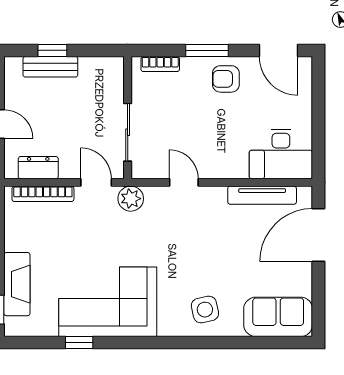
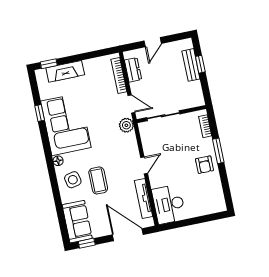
door: (279, 50) -> (227, 191), removed
armchair: (226, 79) -> (205, 165), turned 180
door: (96, 182) -> (131, 104), hinge flipped
door: (184, 182) -> (144, 165), moved
coffee table: (215, 266) -> (98, 180), added
window: (318, 308) -> (87, 243), added
floor lamp: (167, 328) -> (58, 161), added

